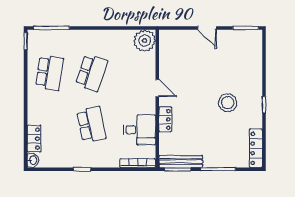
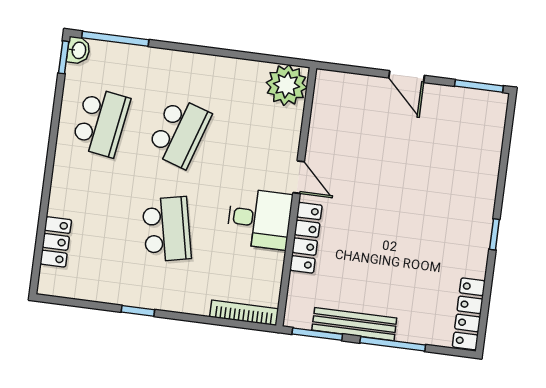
stool: (228, 103) -> (427, 221), removed
locker: (165, 119) -> (306, 238), width x1.53
desk: (140, 130) -> (259, 219), moved
washbasin: (33, 160) -> (78, 50), moved
bench: (181, 162) -> (354, 324), moved

